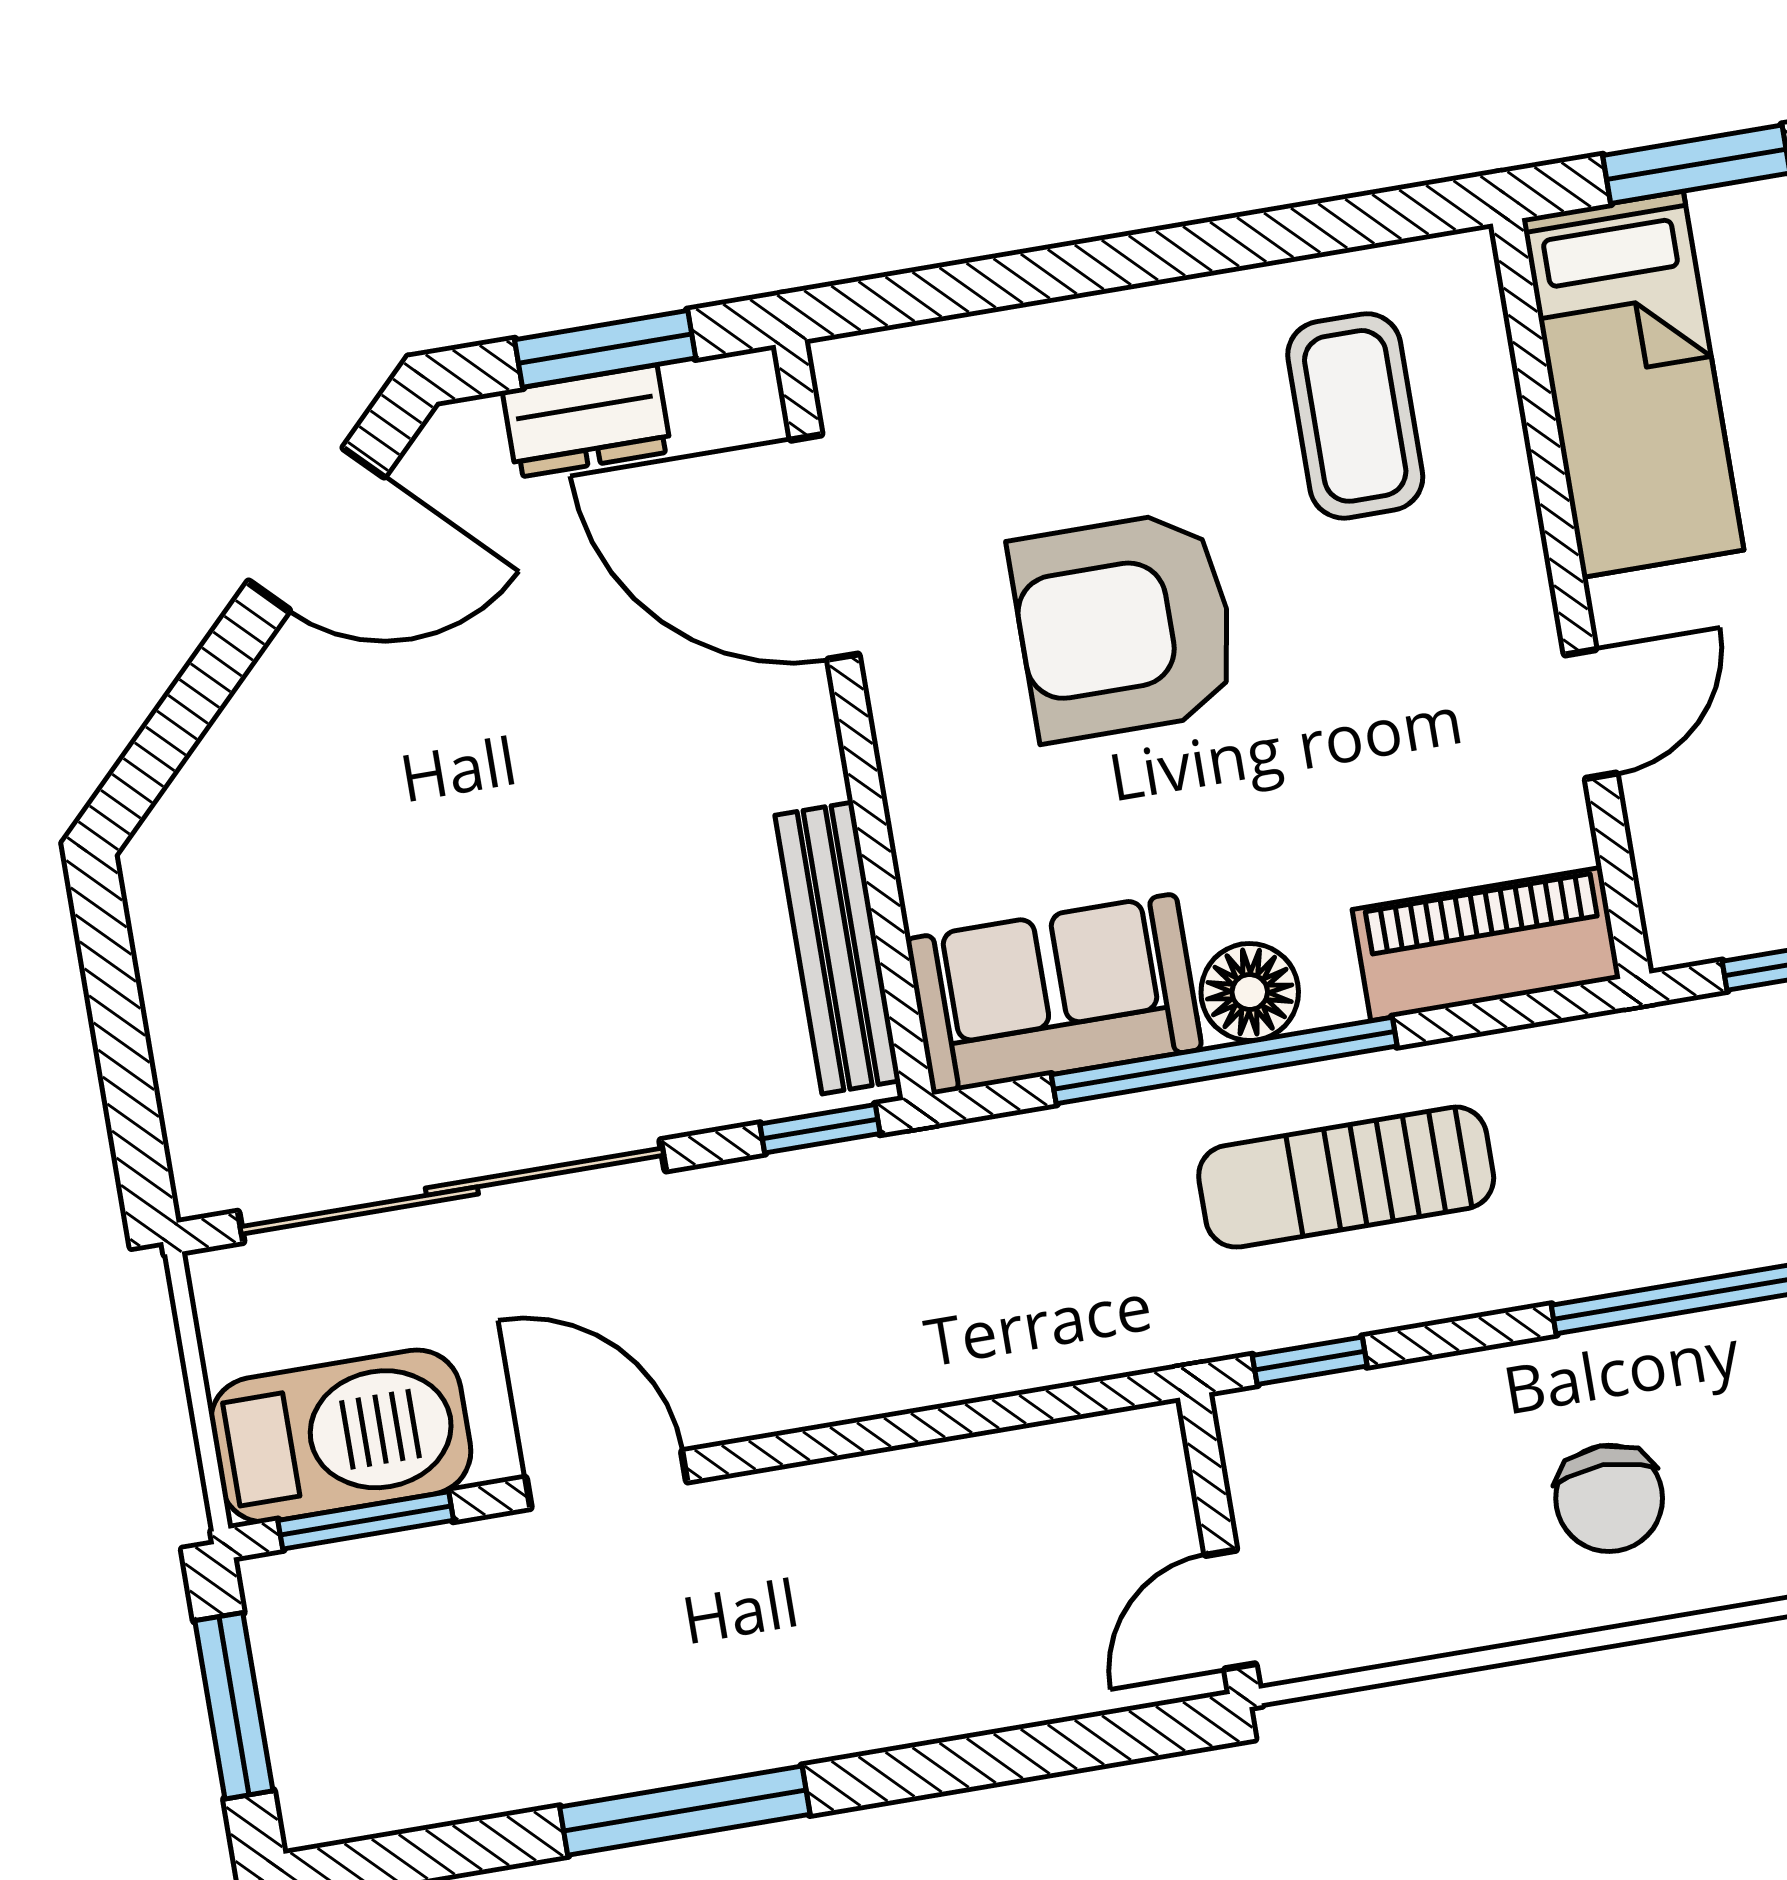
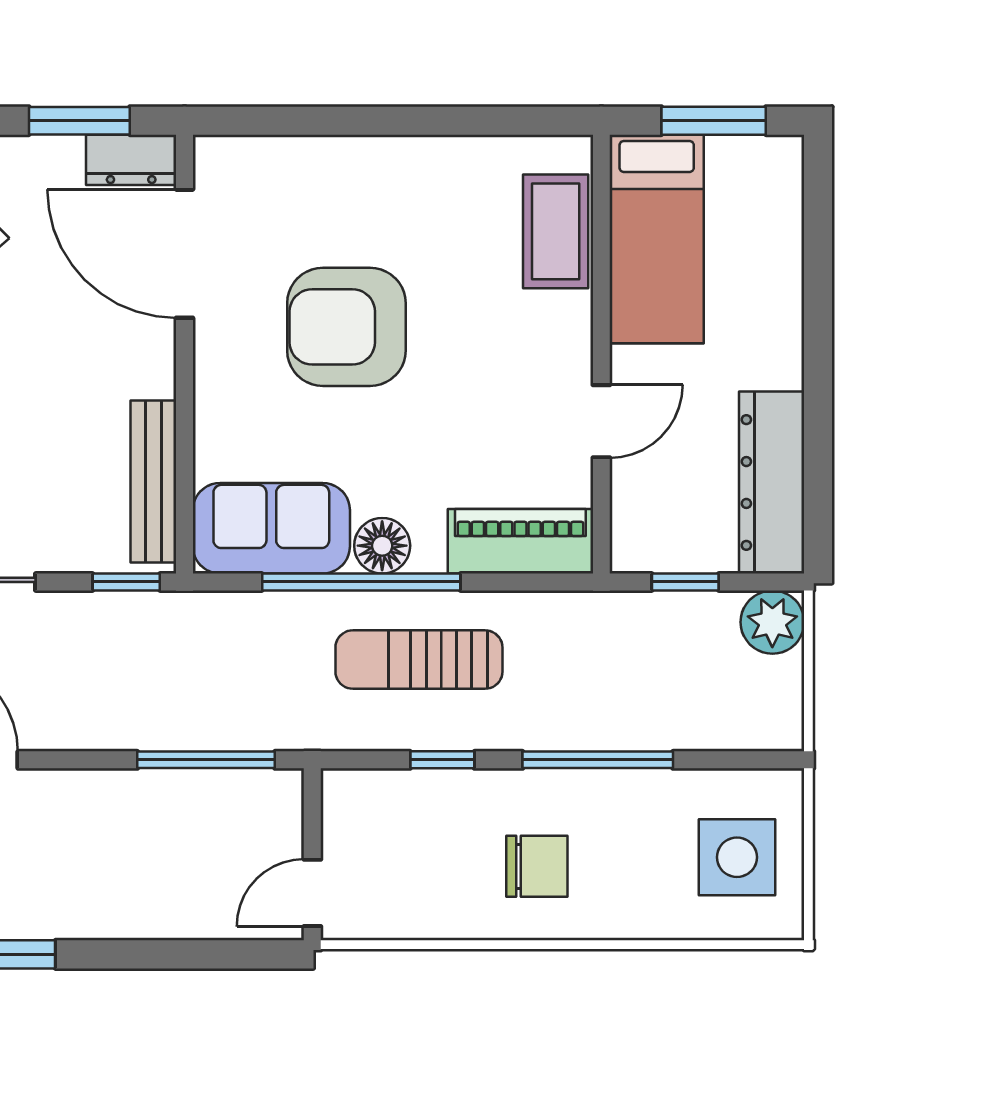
coffee table: (1355, 416) -> (556, 231), moved
dresser: (587, 421) -> (131, 160), moved
window: (1310, 1361) -> (442, 760), moved
window: (1009, 1412) -> (206, 760), added
chair: (1609, 1498) -> (537, 866), turned -90

